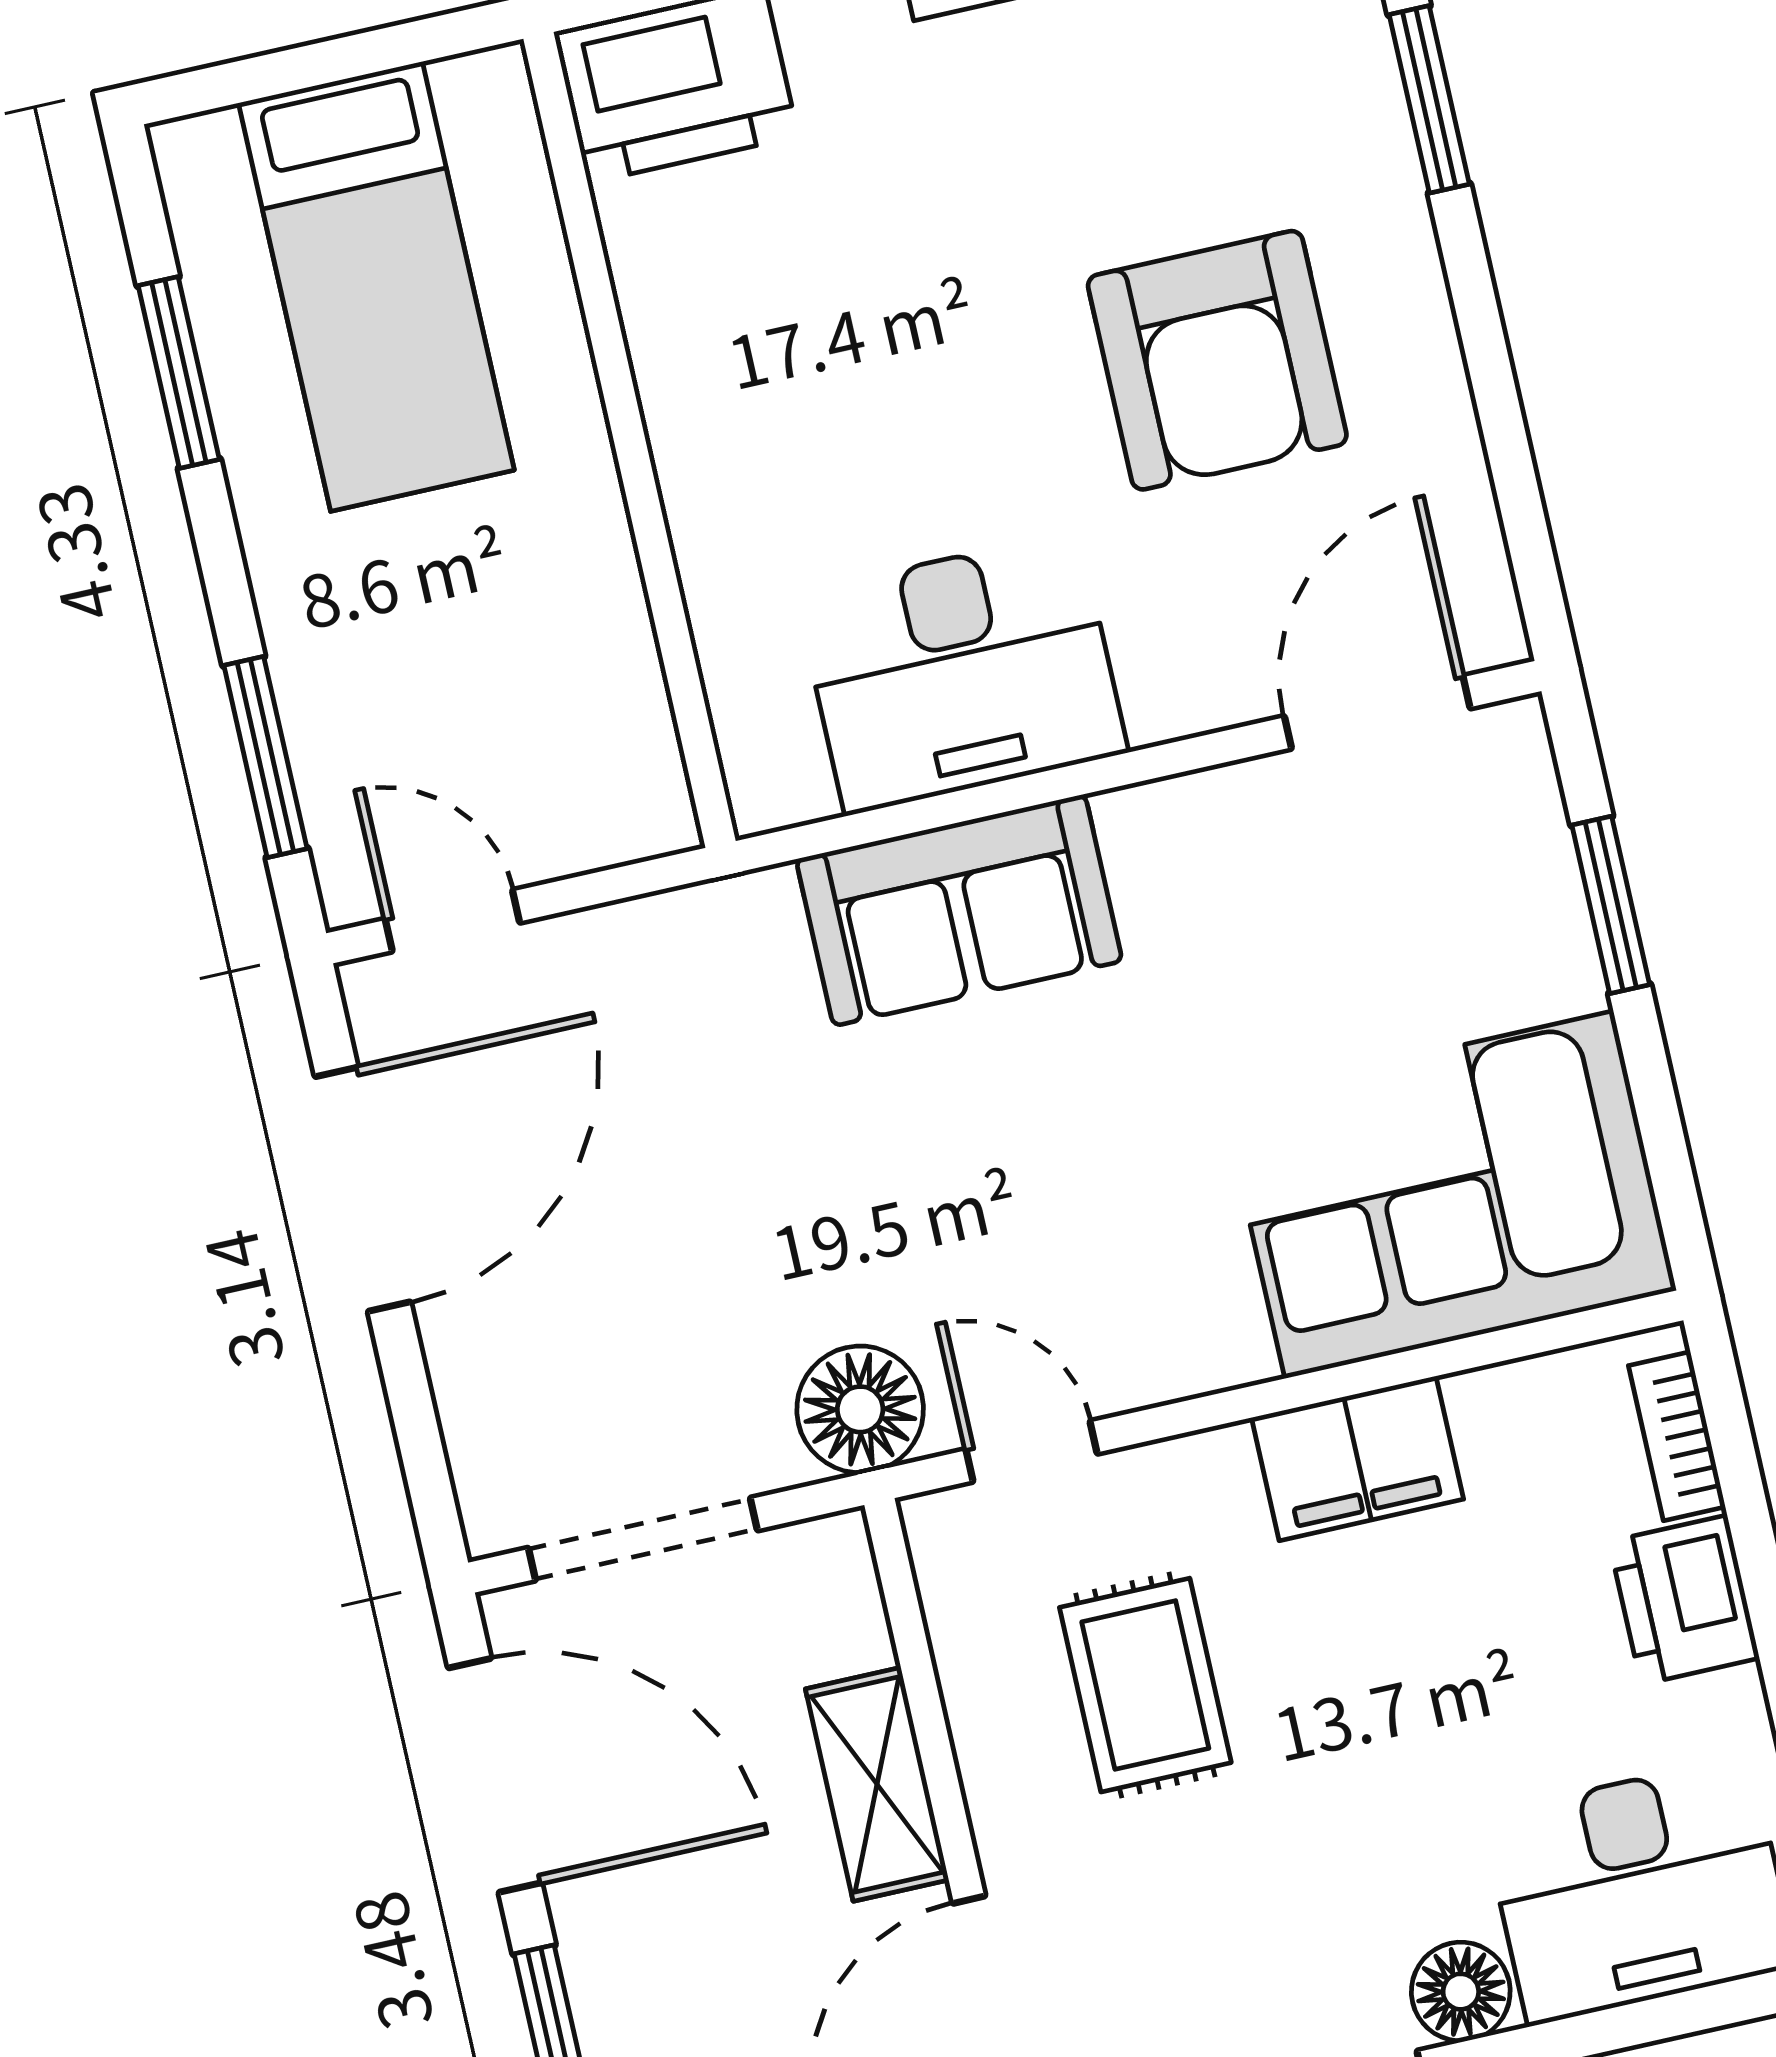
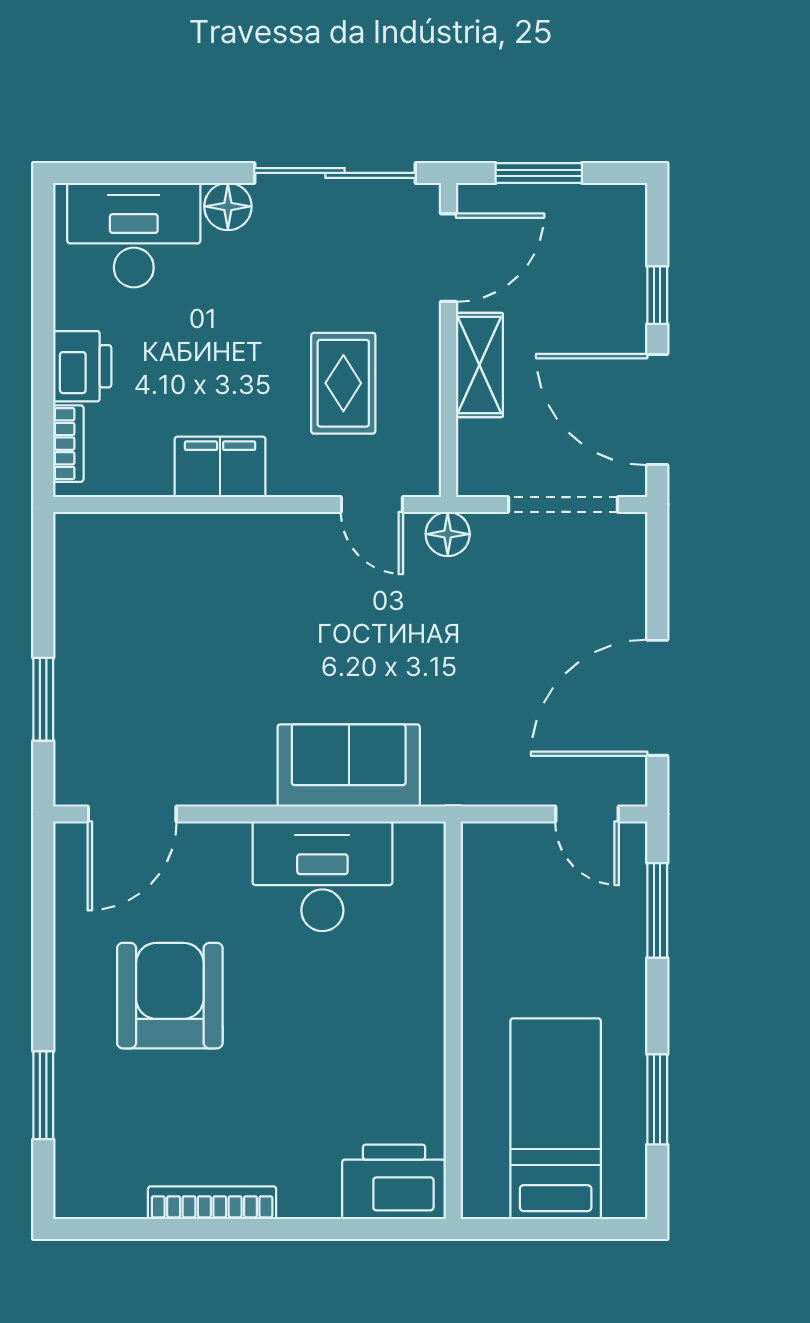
corner sofa: (1449, 1195) -> (149, 581), removed
floor lamp: (860, 1409) -> (448, 534), width x0.73, depth x0.73

